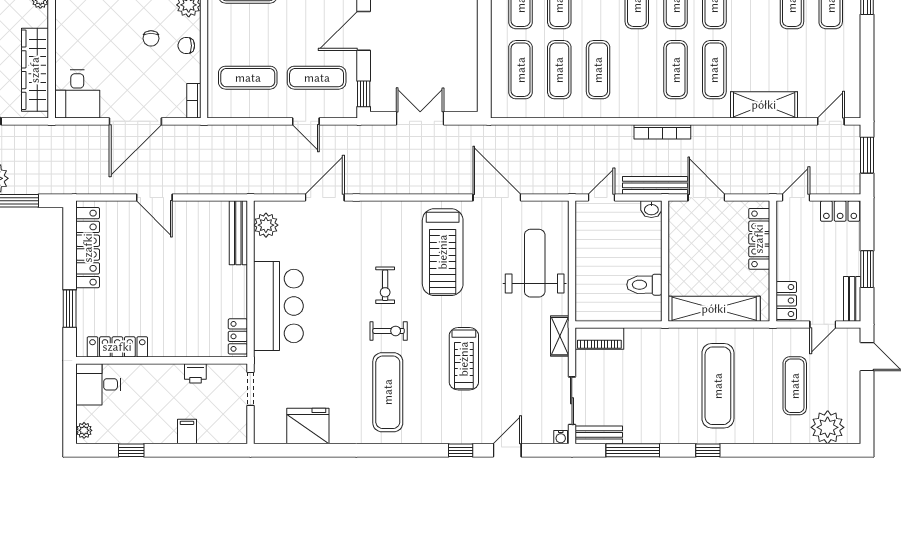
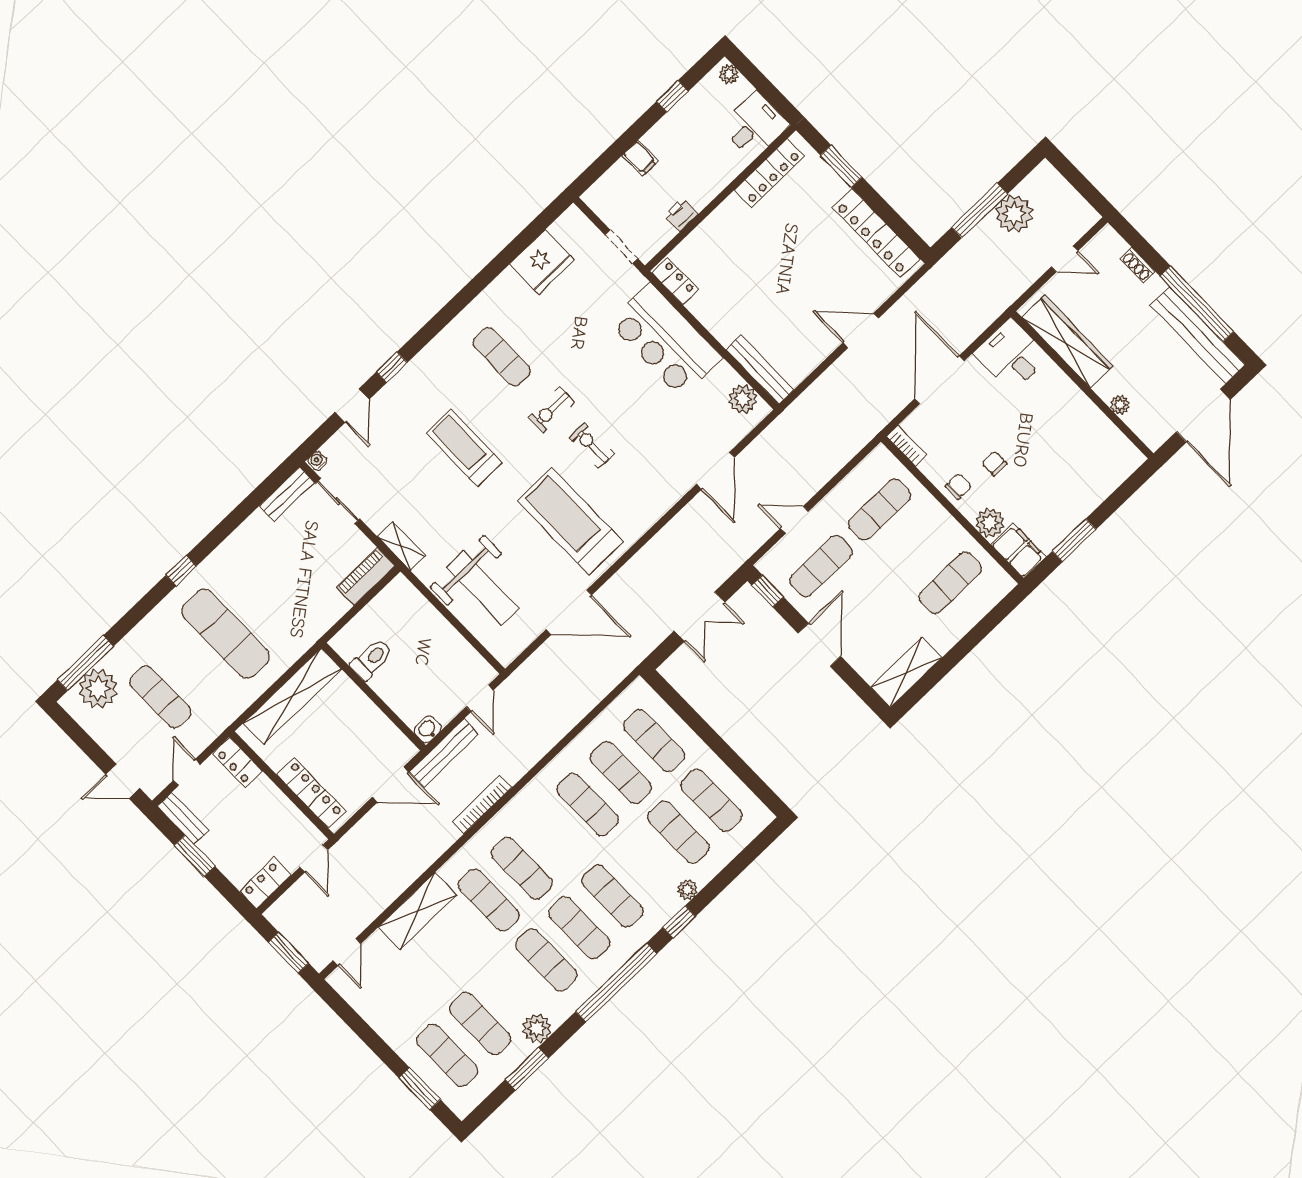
exercise mat: (388, 392) -> (502, 357), width x0.73, depth x0.69
window: (633, 450) -> (85, 663), moved

